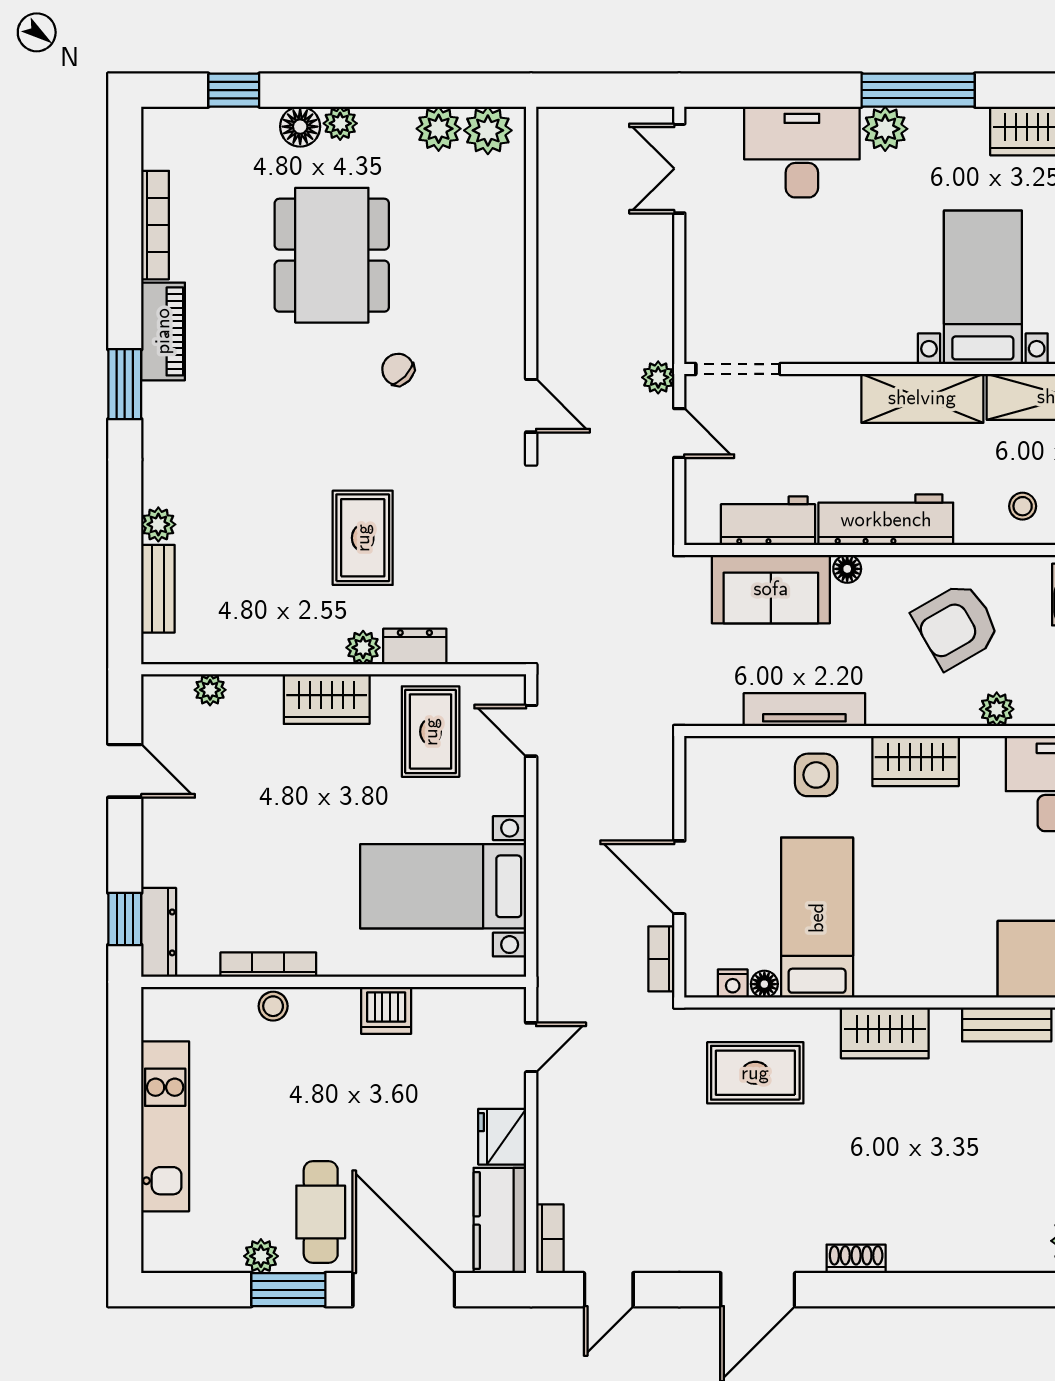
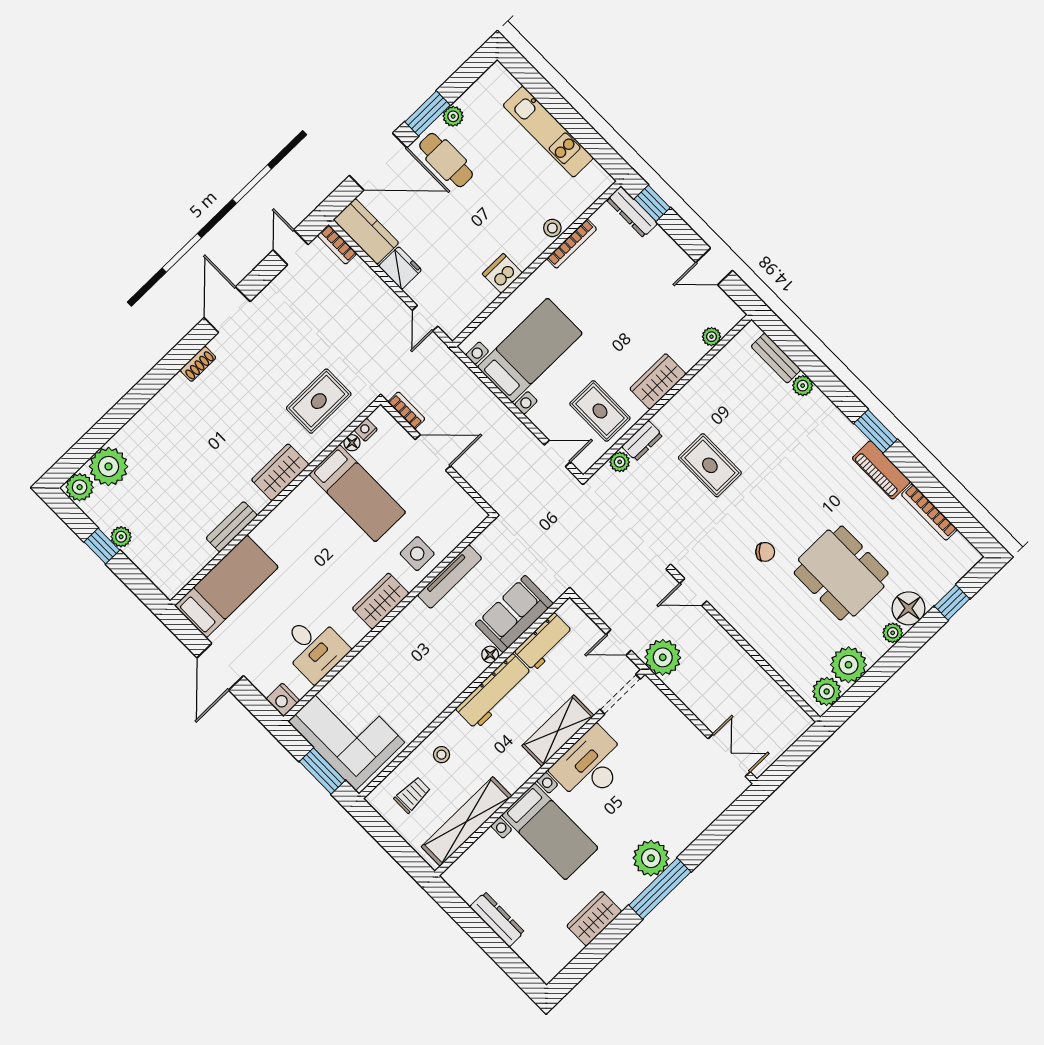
floor lamp: (300, 127) -> (908, 608), width x1.38, depth x1.38
plant: (439, 129) -> (849, 665), width x1.36, depth x1.36
plant: (885, 129) -> (651, 858), width x1.36, depth x1.36
desk: (802, 152) -> (591, 765), moved, turned 180
plant: (658, 377) -> (663, 657), width x1.88, depth x1.88
shelving: (922, 398) -> (558, 731), moved
armchair: (956, 626) -> (420, 676), removed
plant: (363, 648) -> (620, 462), moved
plant: (997, 709) -> (368, 657), removed

